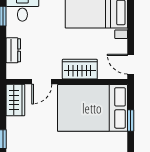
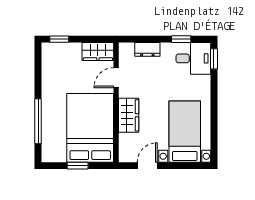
door: (131, 64) -> (147, 166), moved
door: (42, 82) -> (116, 78), hinge flipped

